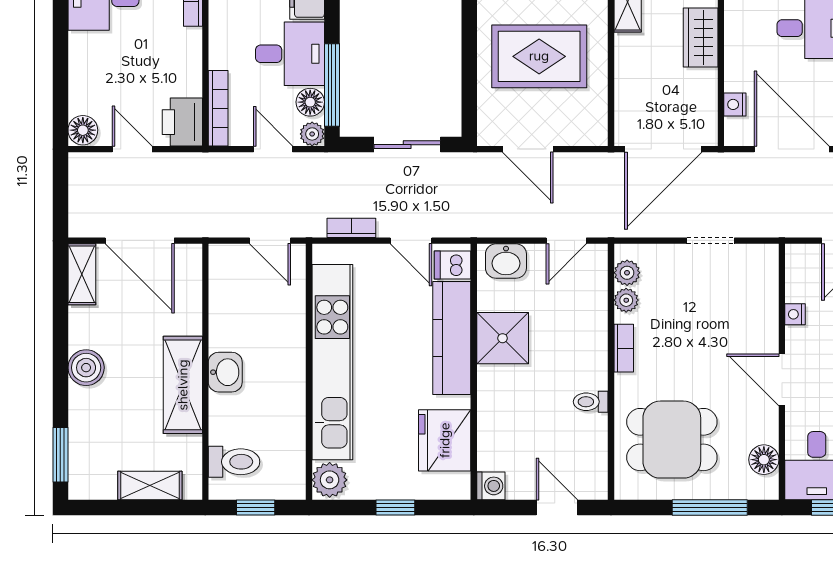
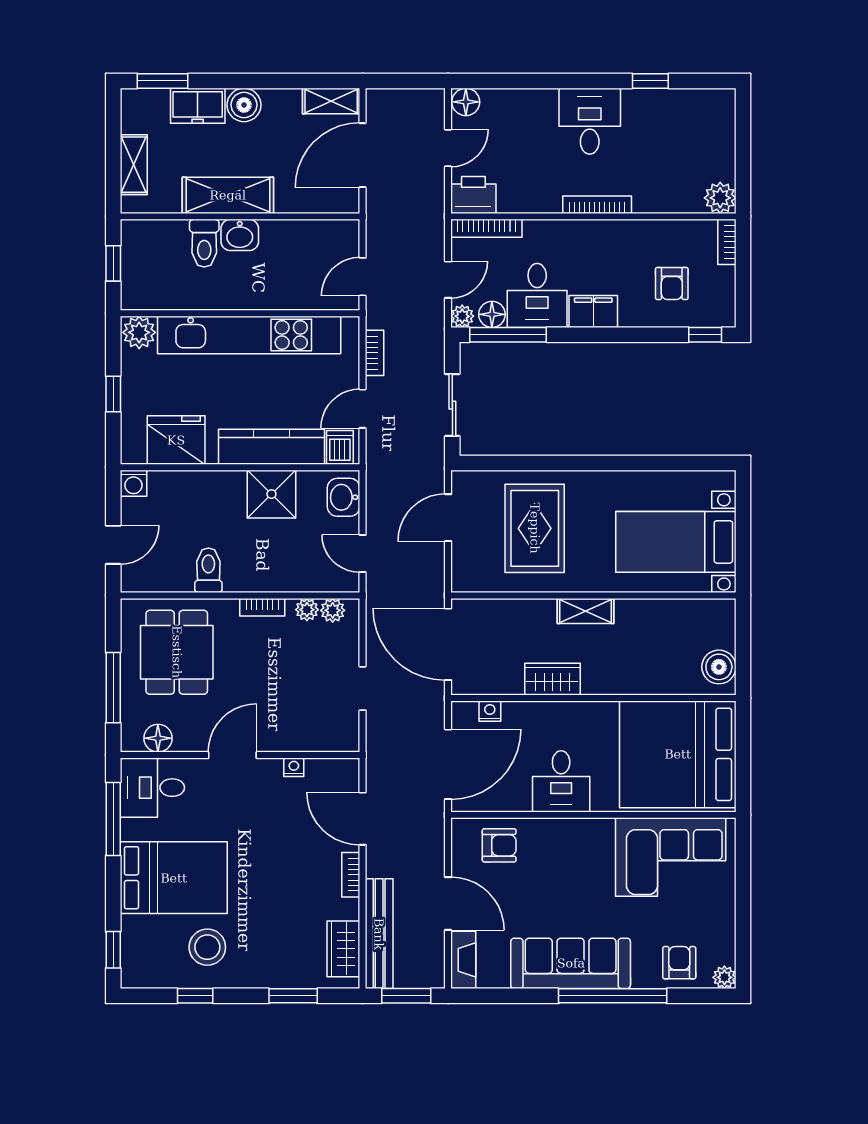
toilet: (591, 402) -> (208, 570), width x1.37, depth x1.39
freezer: (87, 417) -> (198, 106), added
toilet: (234, 462) -> (204, 243), moved

